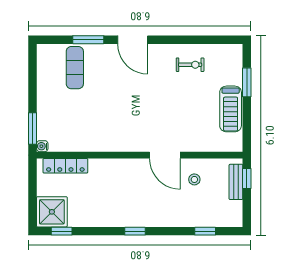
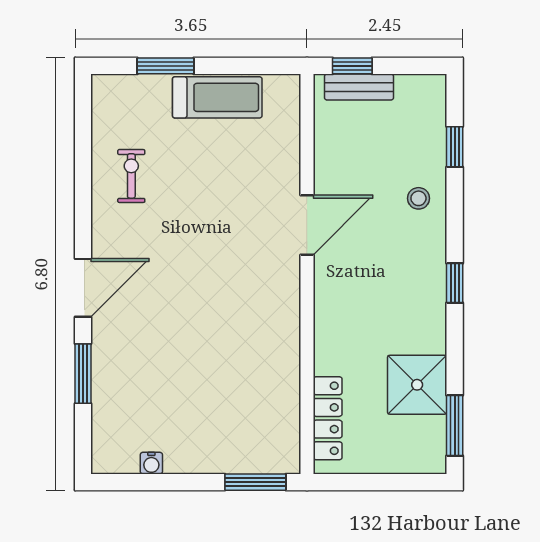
exercise mat: (75, 68) -> (137, 400), removed
water cooler: (42, 146) -> (151, 463), moved
stool: (194, 179) -> (418, 198), moved
shower: (52, 212) -> (417, 385), moved
window: (62, 231) -> (455, 425), width x1.50

